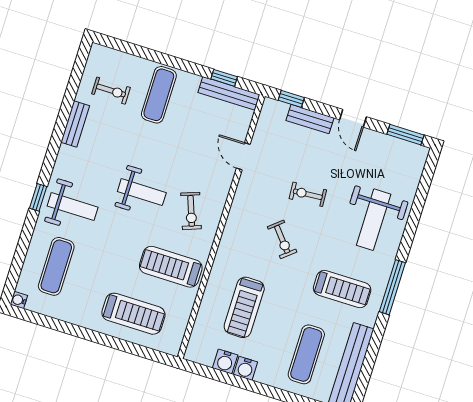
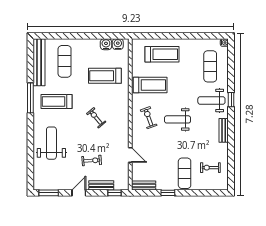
window: (224, 78) -> (168, 193), moved
bench: (229, 93) -> (144, 186), width x0.73
door: (353, 118) -> (79, 193), hinge flipped
bench: (75, 124) -> (224, 130), moved
exercise bike: (308, 194) -> (92, 161), moved
window: (392, 287) -> (30, 98), moved
treadmill: (244, 307) -> (105, 76), turned -90
treadmill: (133, 314) -> (162, 54), turned 180
water cooler: (245, 368) -> (118, 44), moved

